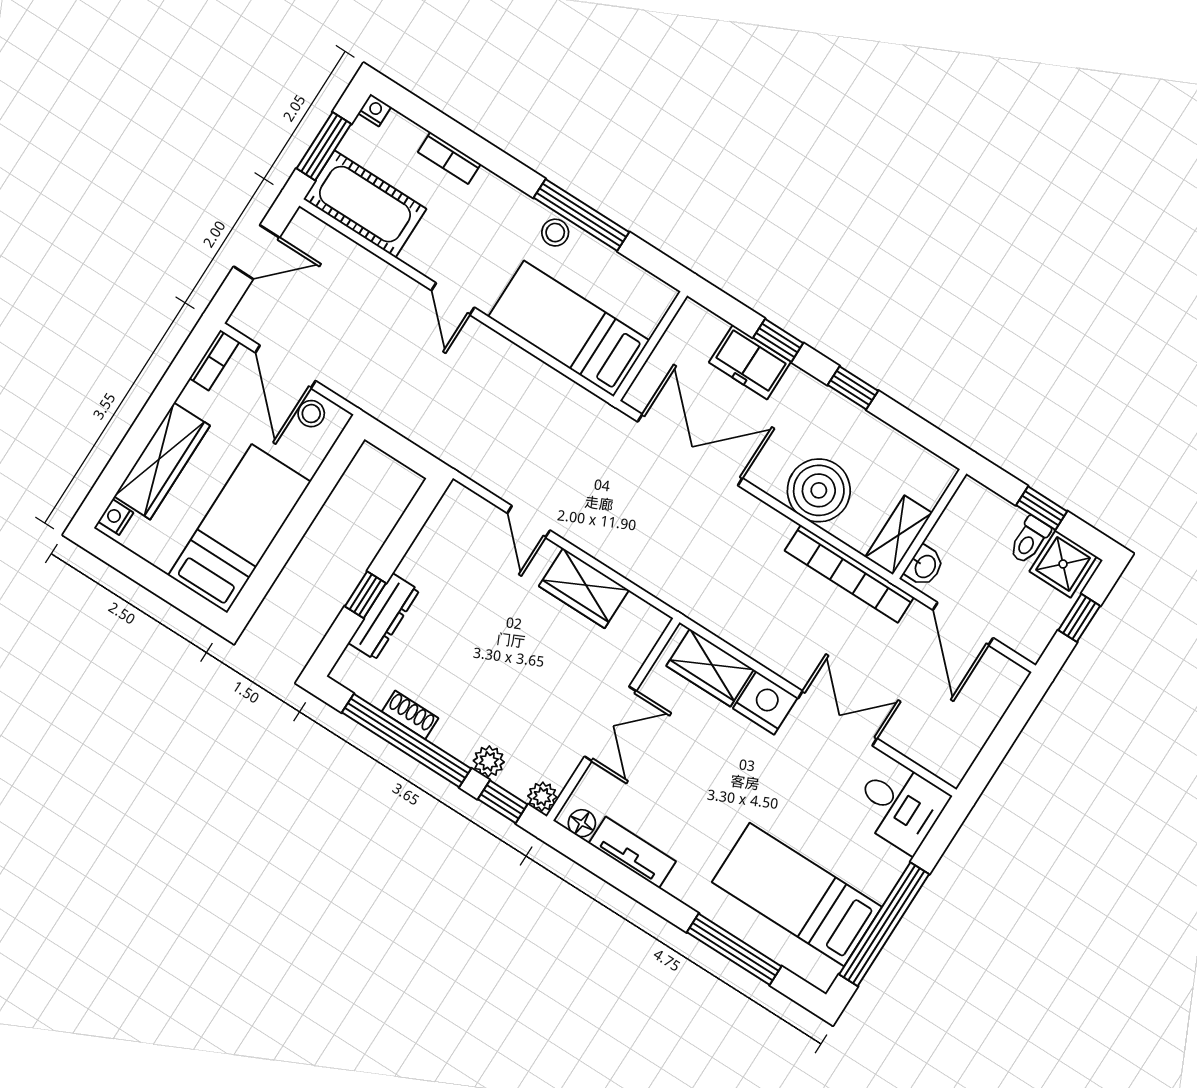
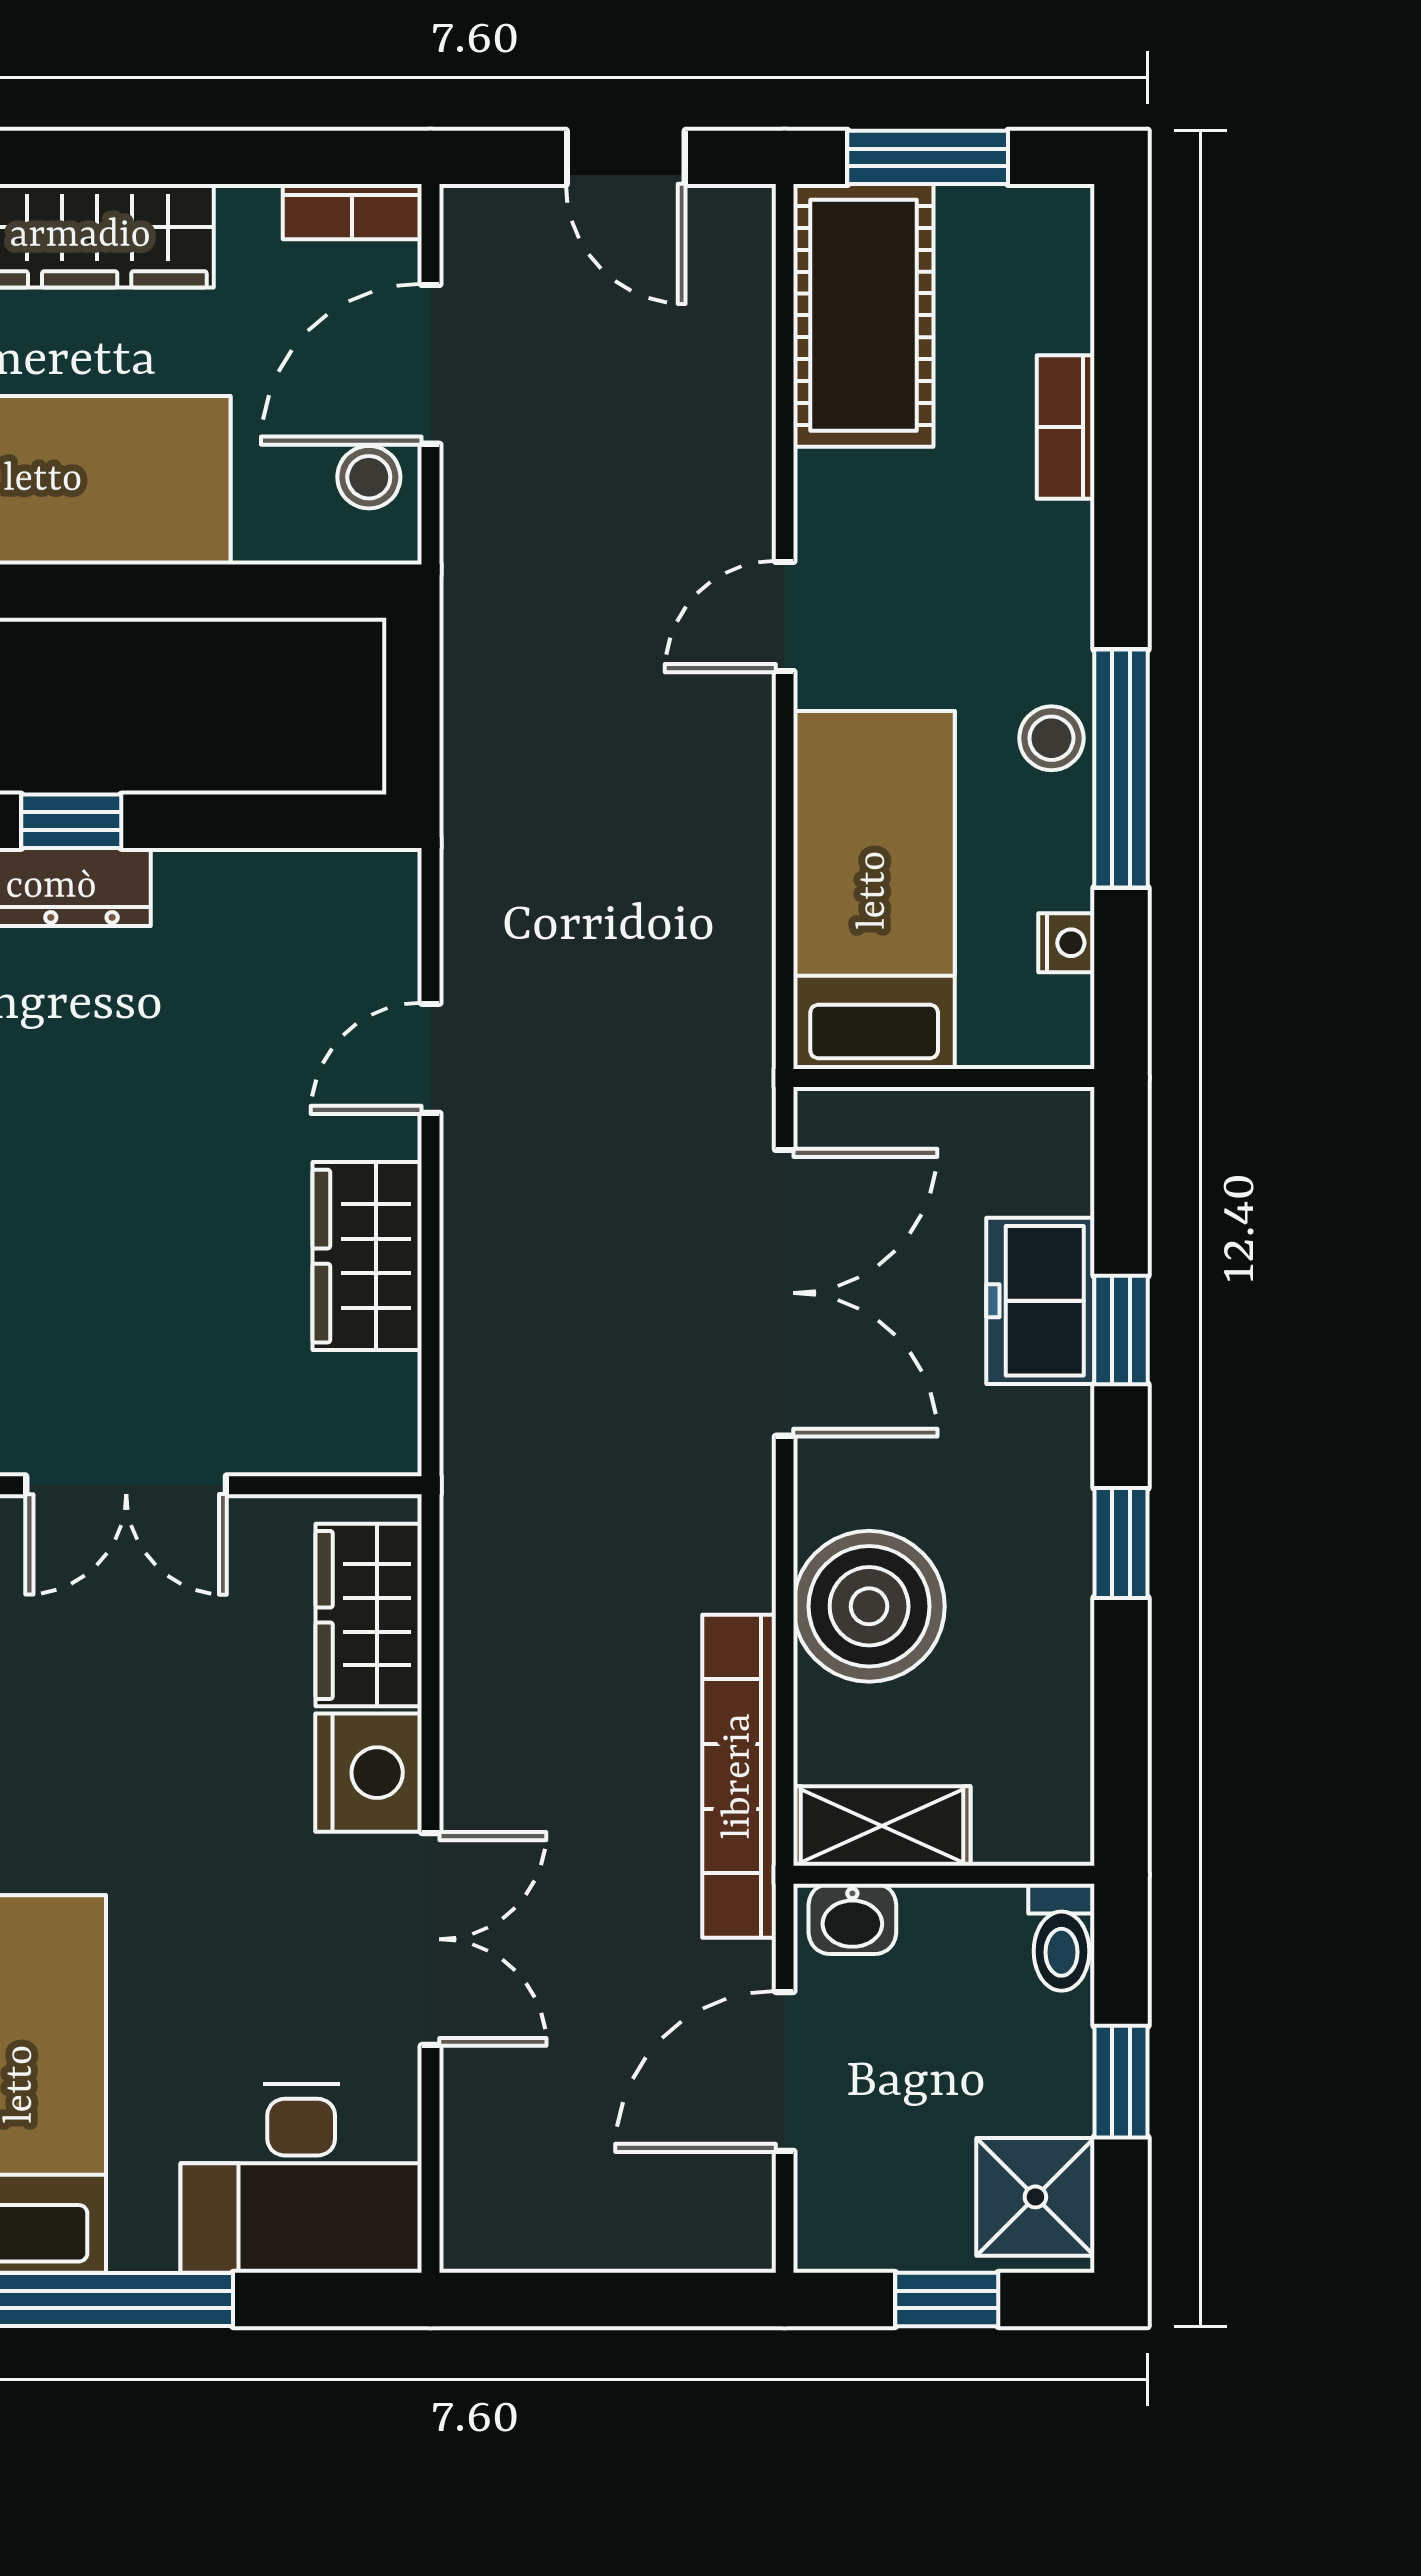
nightstand: (375, 110) -> (1066, 943), moved
toilet: (1029, 540) -> (1061, 1937), moved, turned -90
desk: (900, 806) -> (301, 2178), width x1.37

